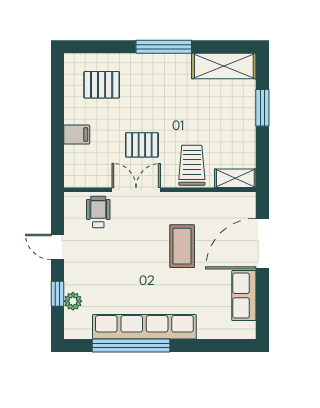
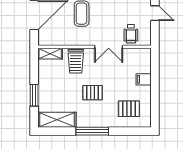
pallet: (142, 145) -> (92, 93), moved

